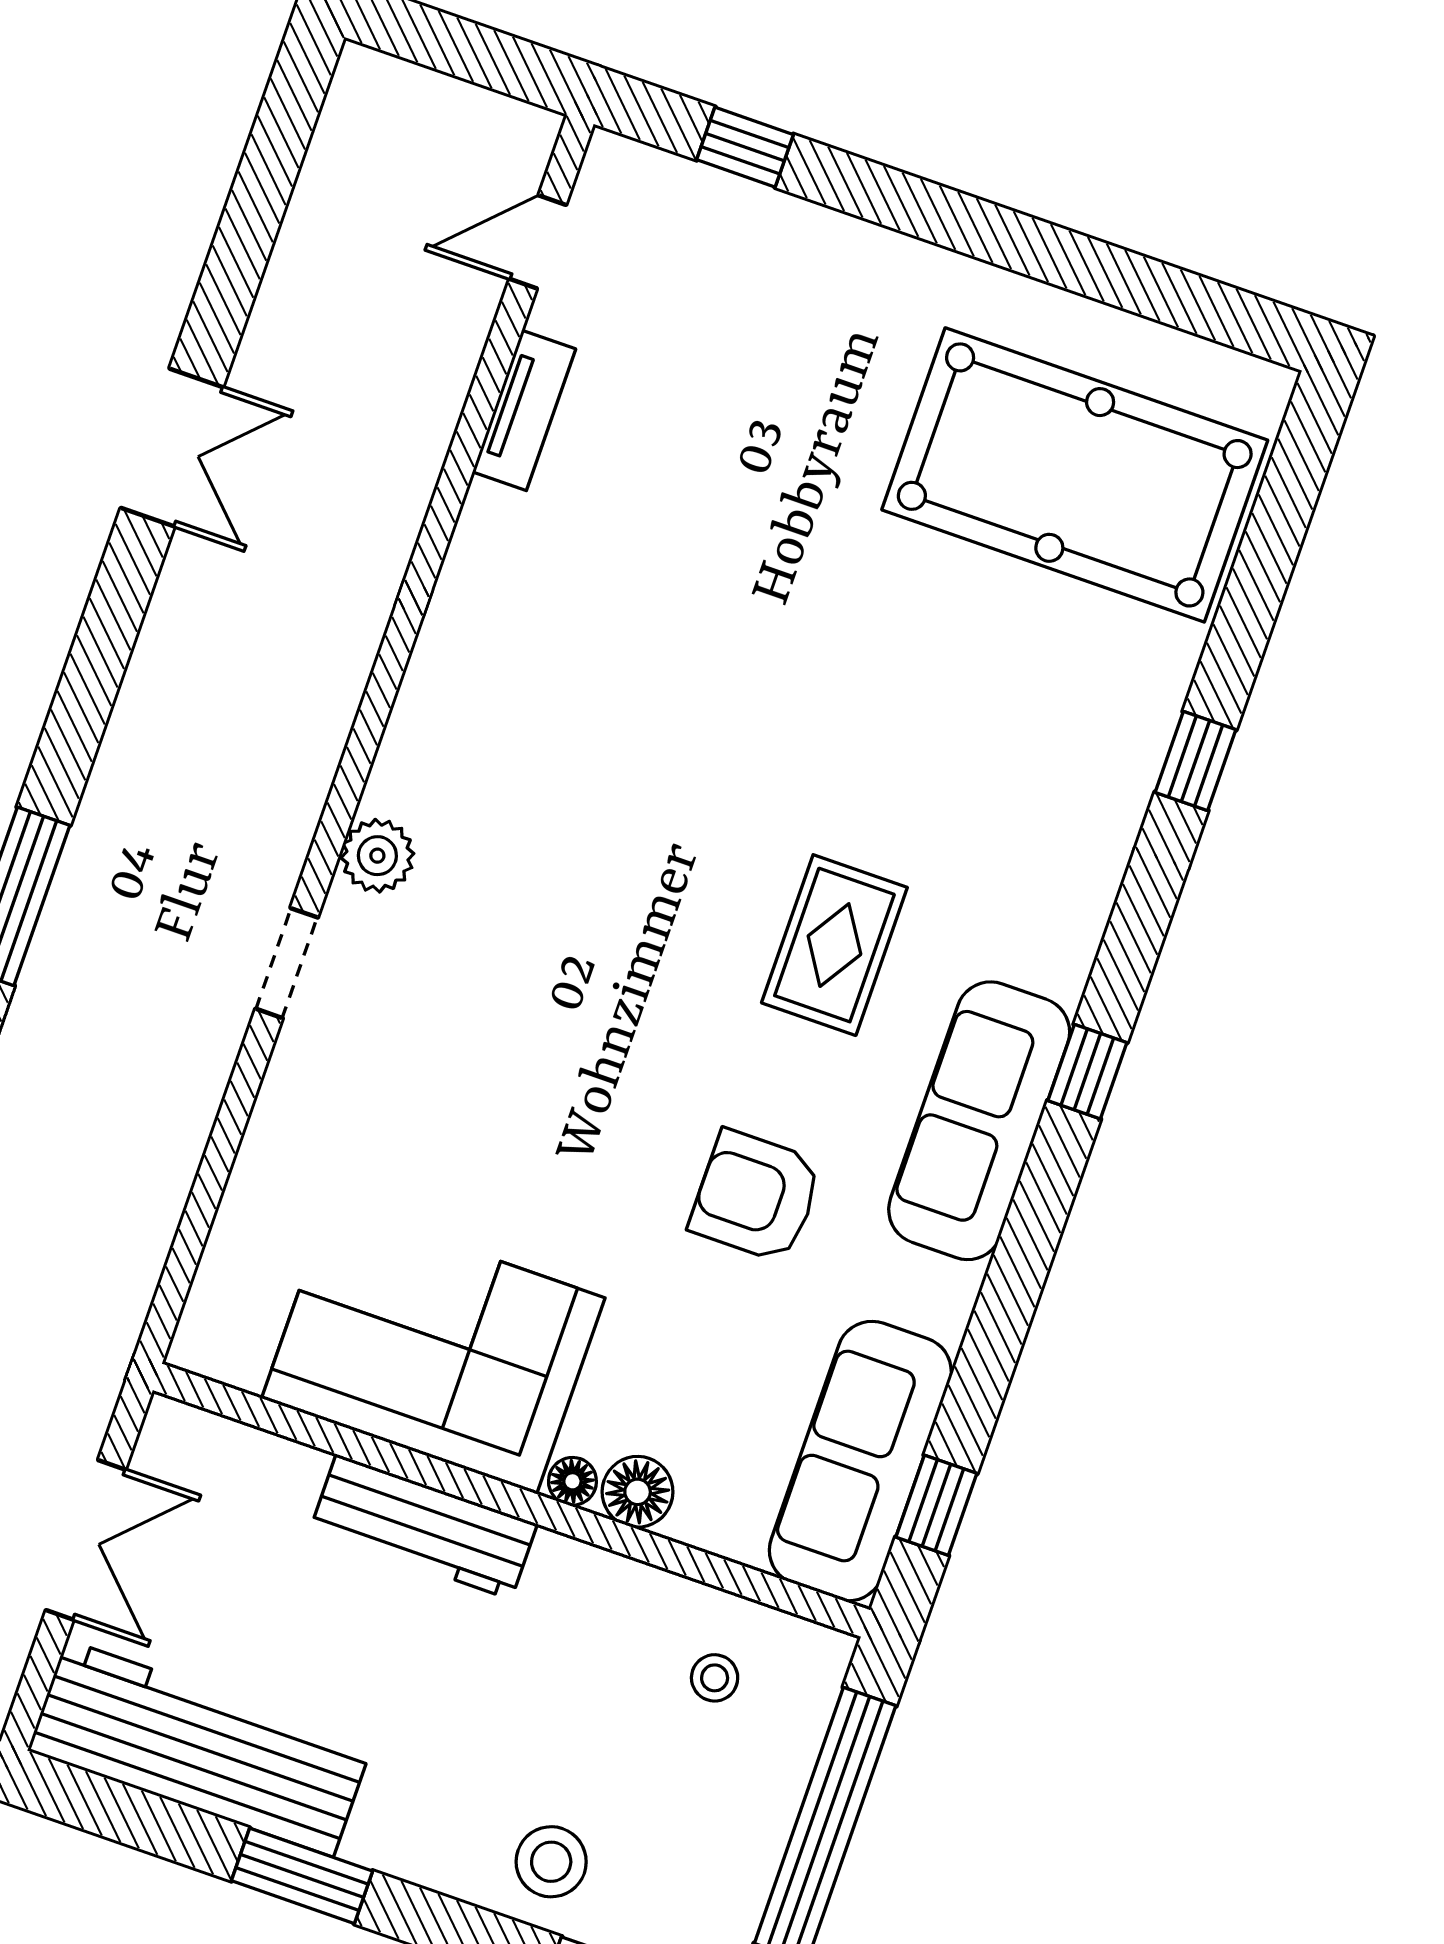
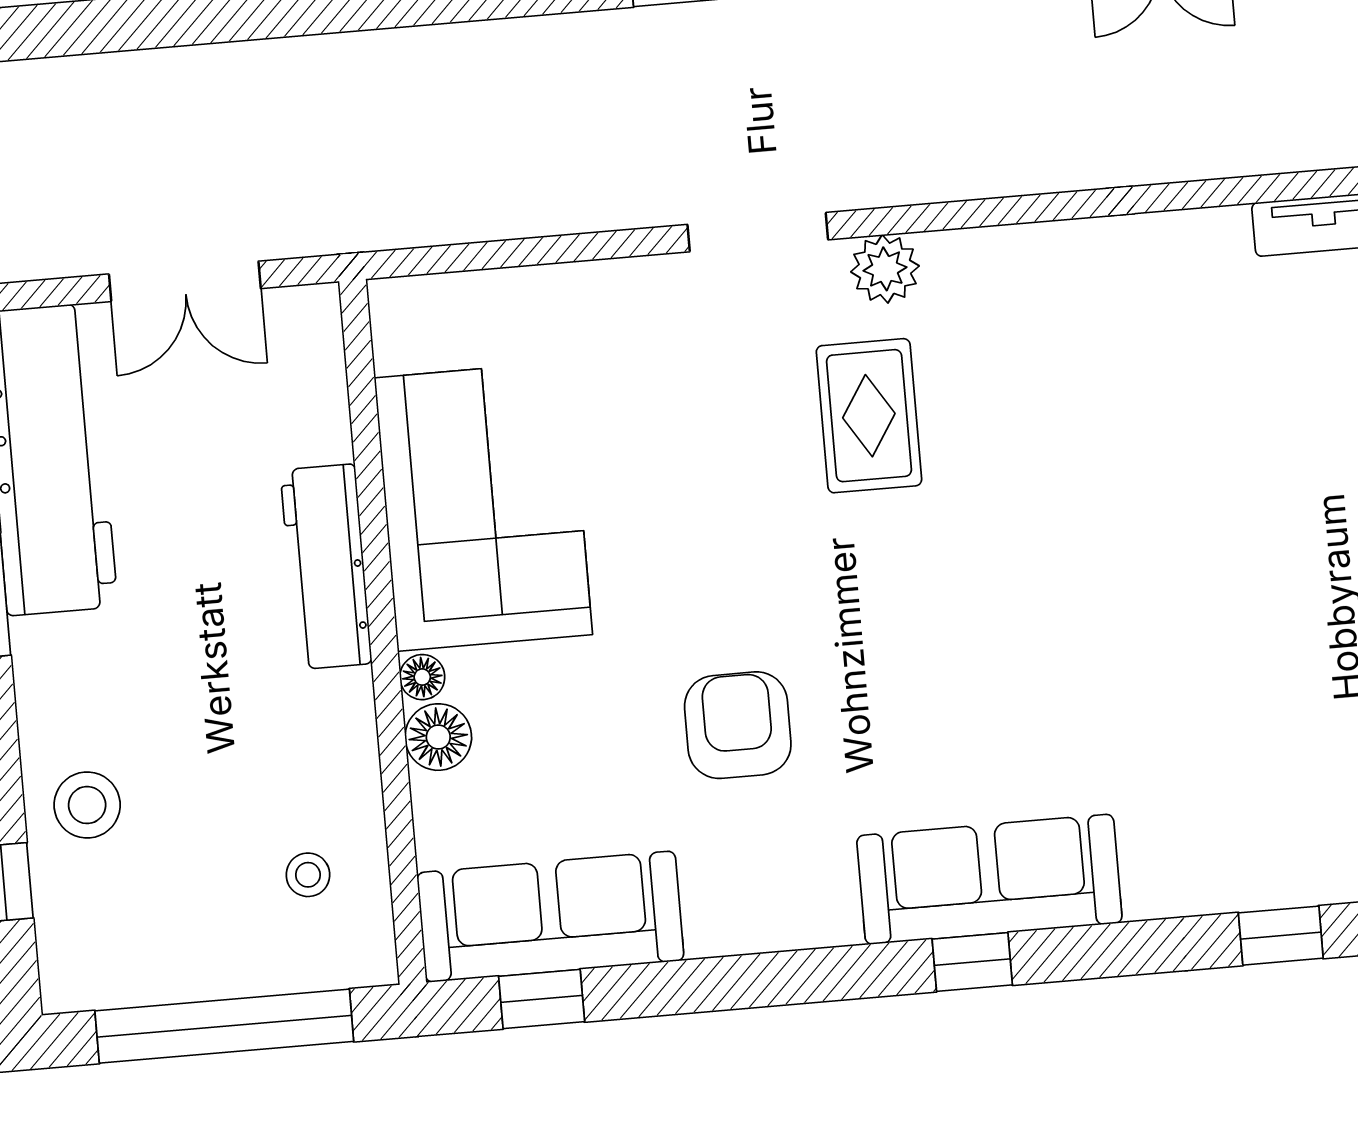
rug: (834, 945) -> (869, 416), moved, turned 90
doorway: (287, 963) -> (758, 232), width x1.38
sofa: (979, 1121) -> (989, 879), moved

